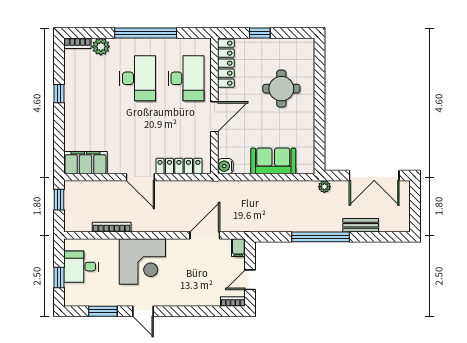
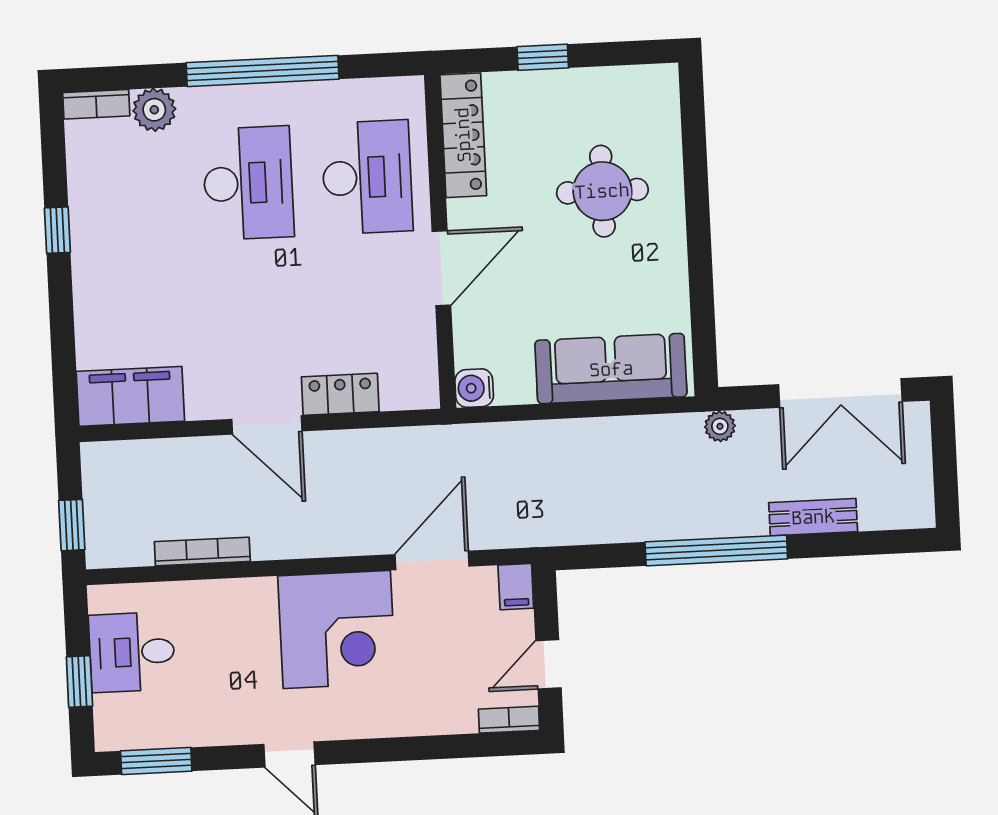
sofa: (273, 161) -> (611, 369), width x1.36
locker: (179, 166) -> (340, 394), width x0.66
window: (59, 200) -> (72, 525), moved
corner desk: (142, 261) -> (337, 629), moved
window: (103, 311) -> (156, 761), moved

